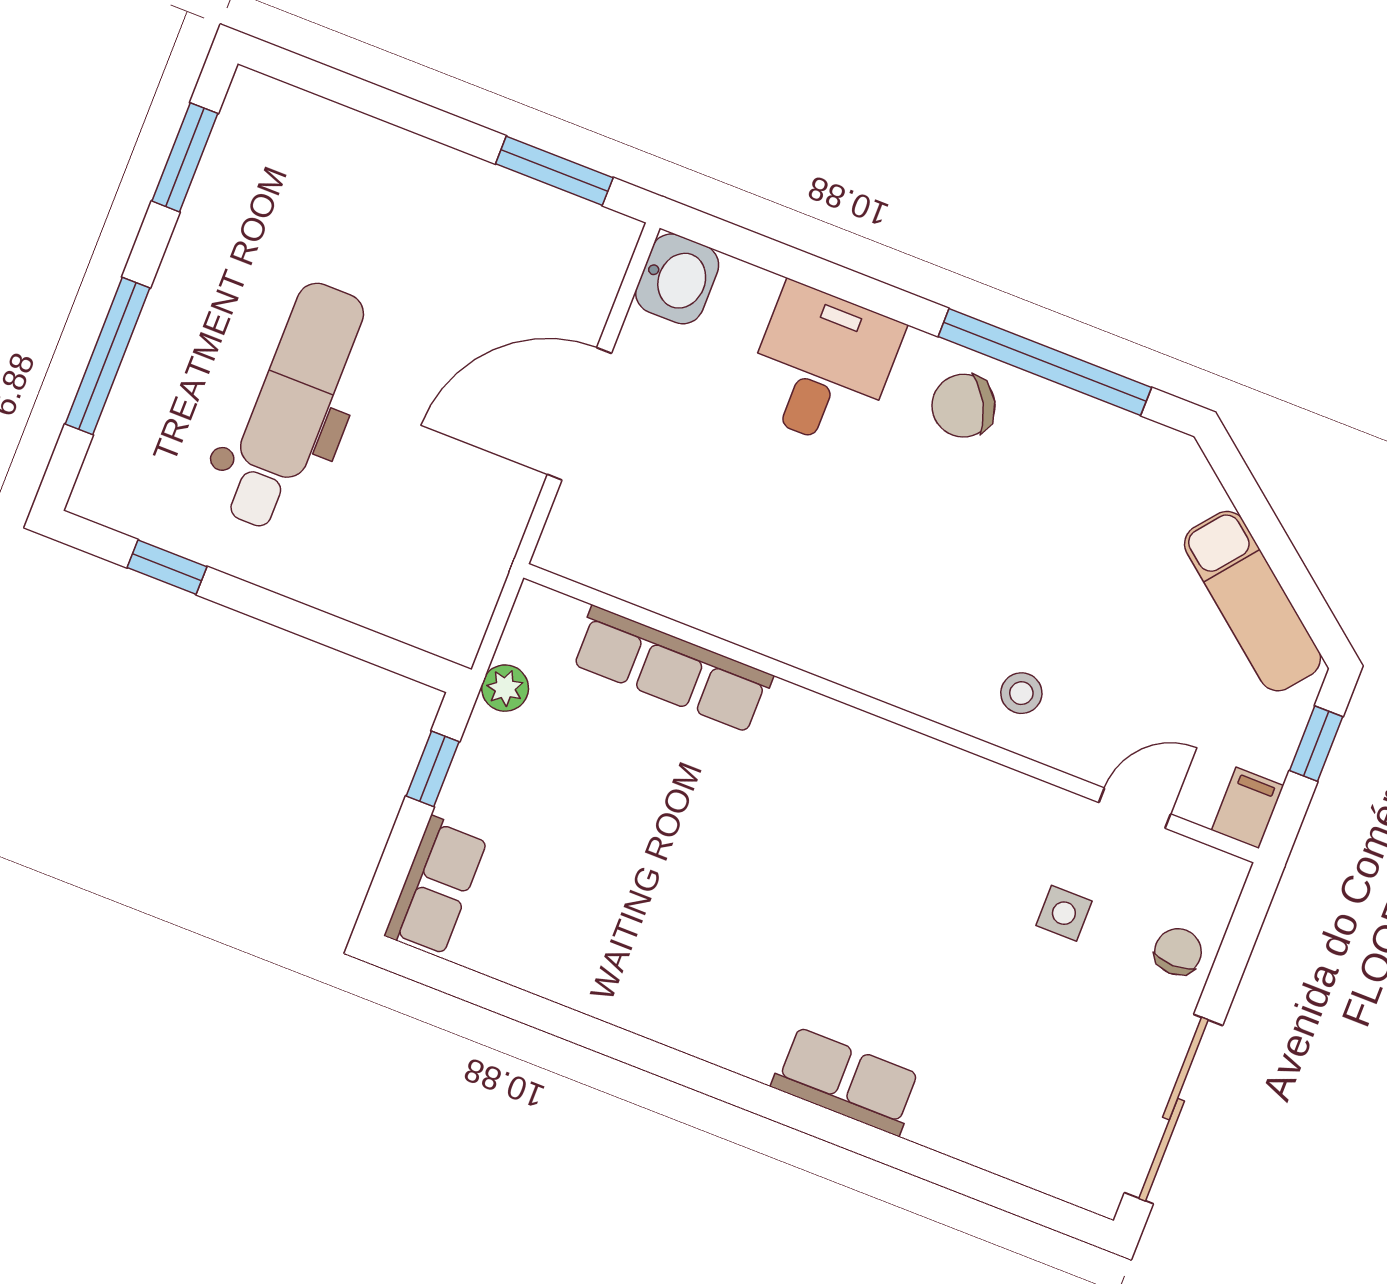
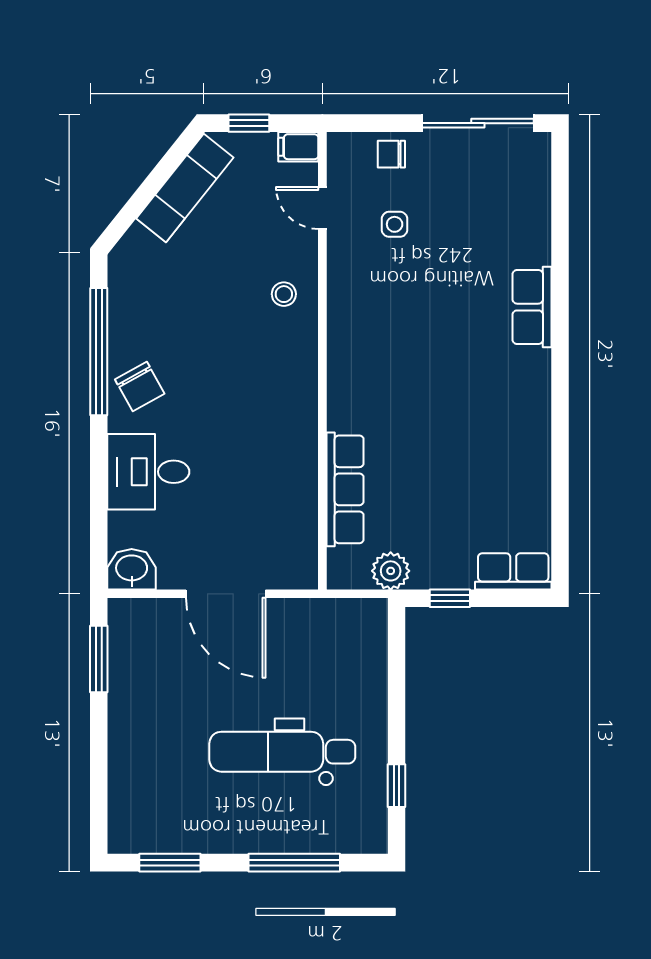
plant: (505, 688) -> (391, 571), width x1.38, depth x1.38

